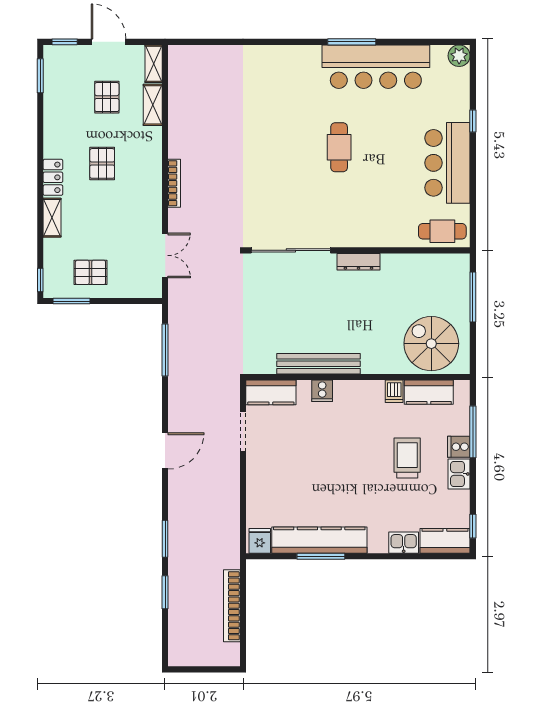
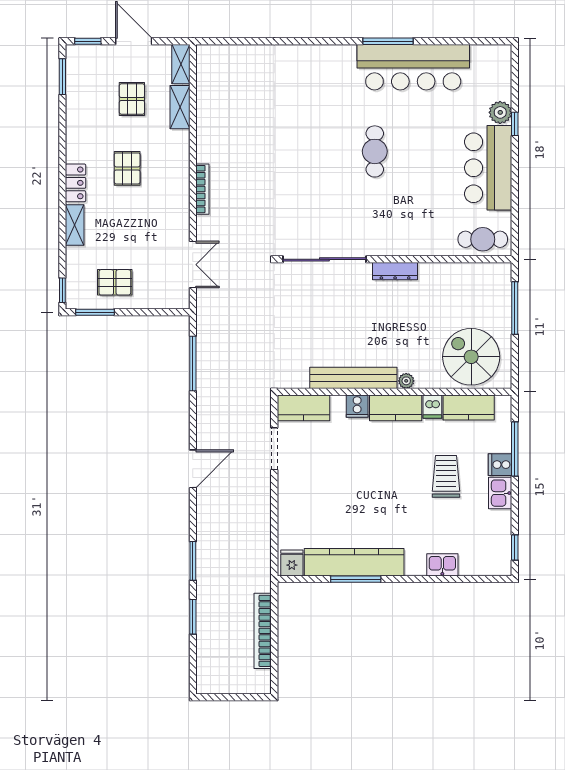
plant: (459, 56) -> (500, 112), moved
plant: (369, 367) -> (406, 381), added
kitchen counter: (445, 541) -> (396, 408), moved, turned 180

